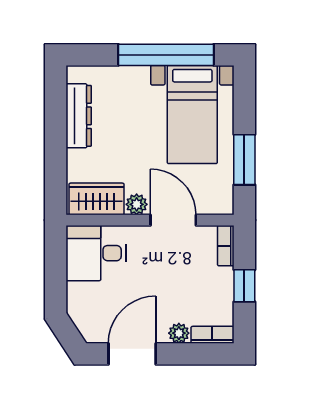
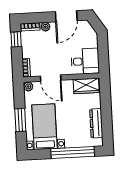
window: (166, 55) -> (73, 152), moved
window: (244, 160) -> (20, 120), moved
plant: (137, 204) -> (28, 86), moved
window: (244, 286) -> (16, 39), moved

